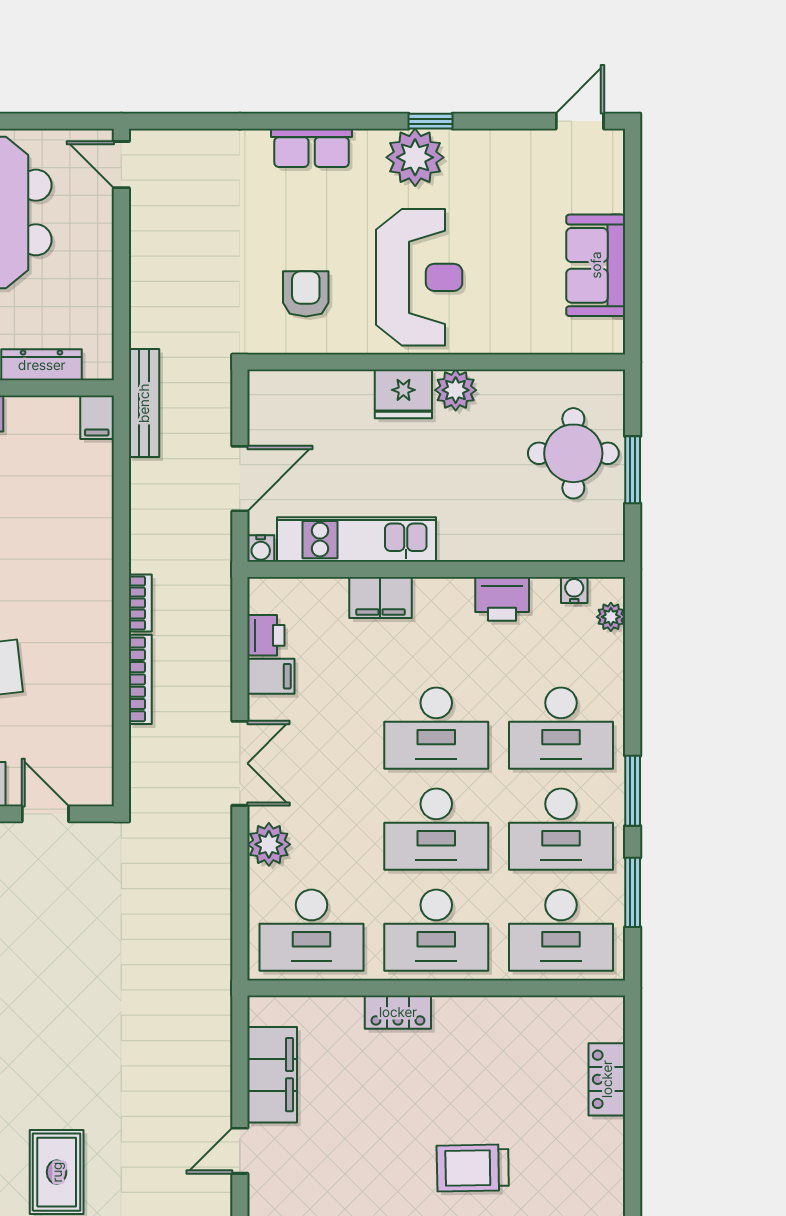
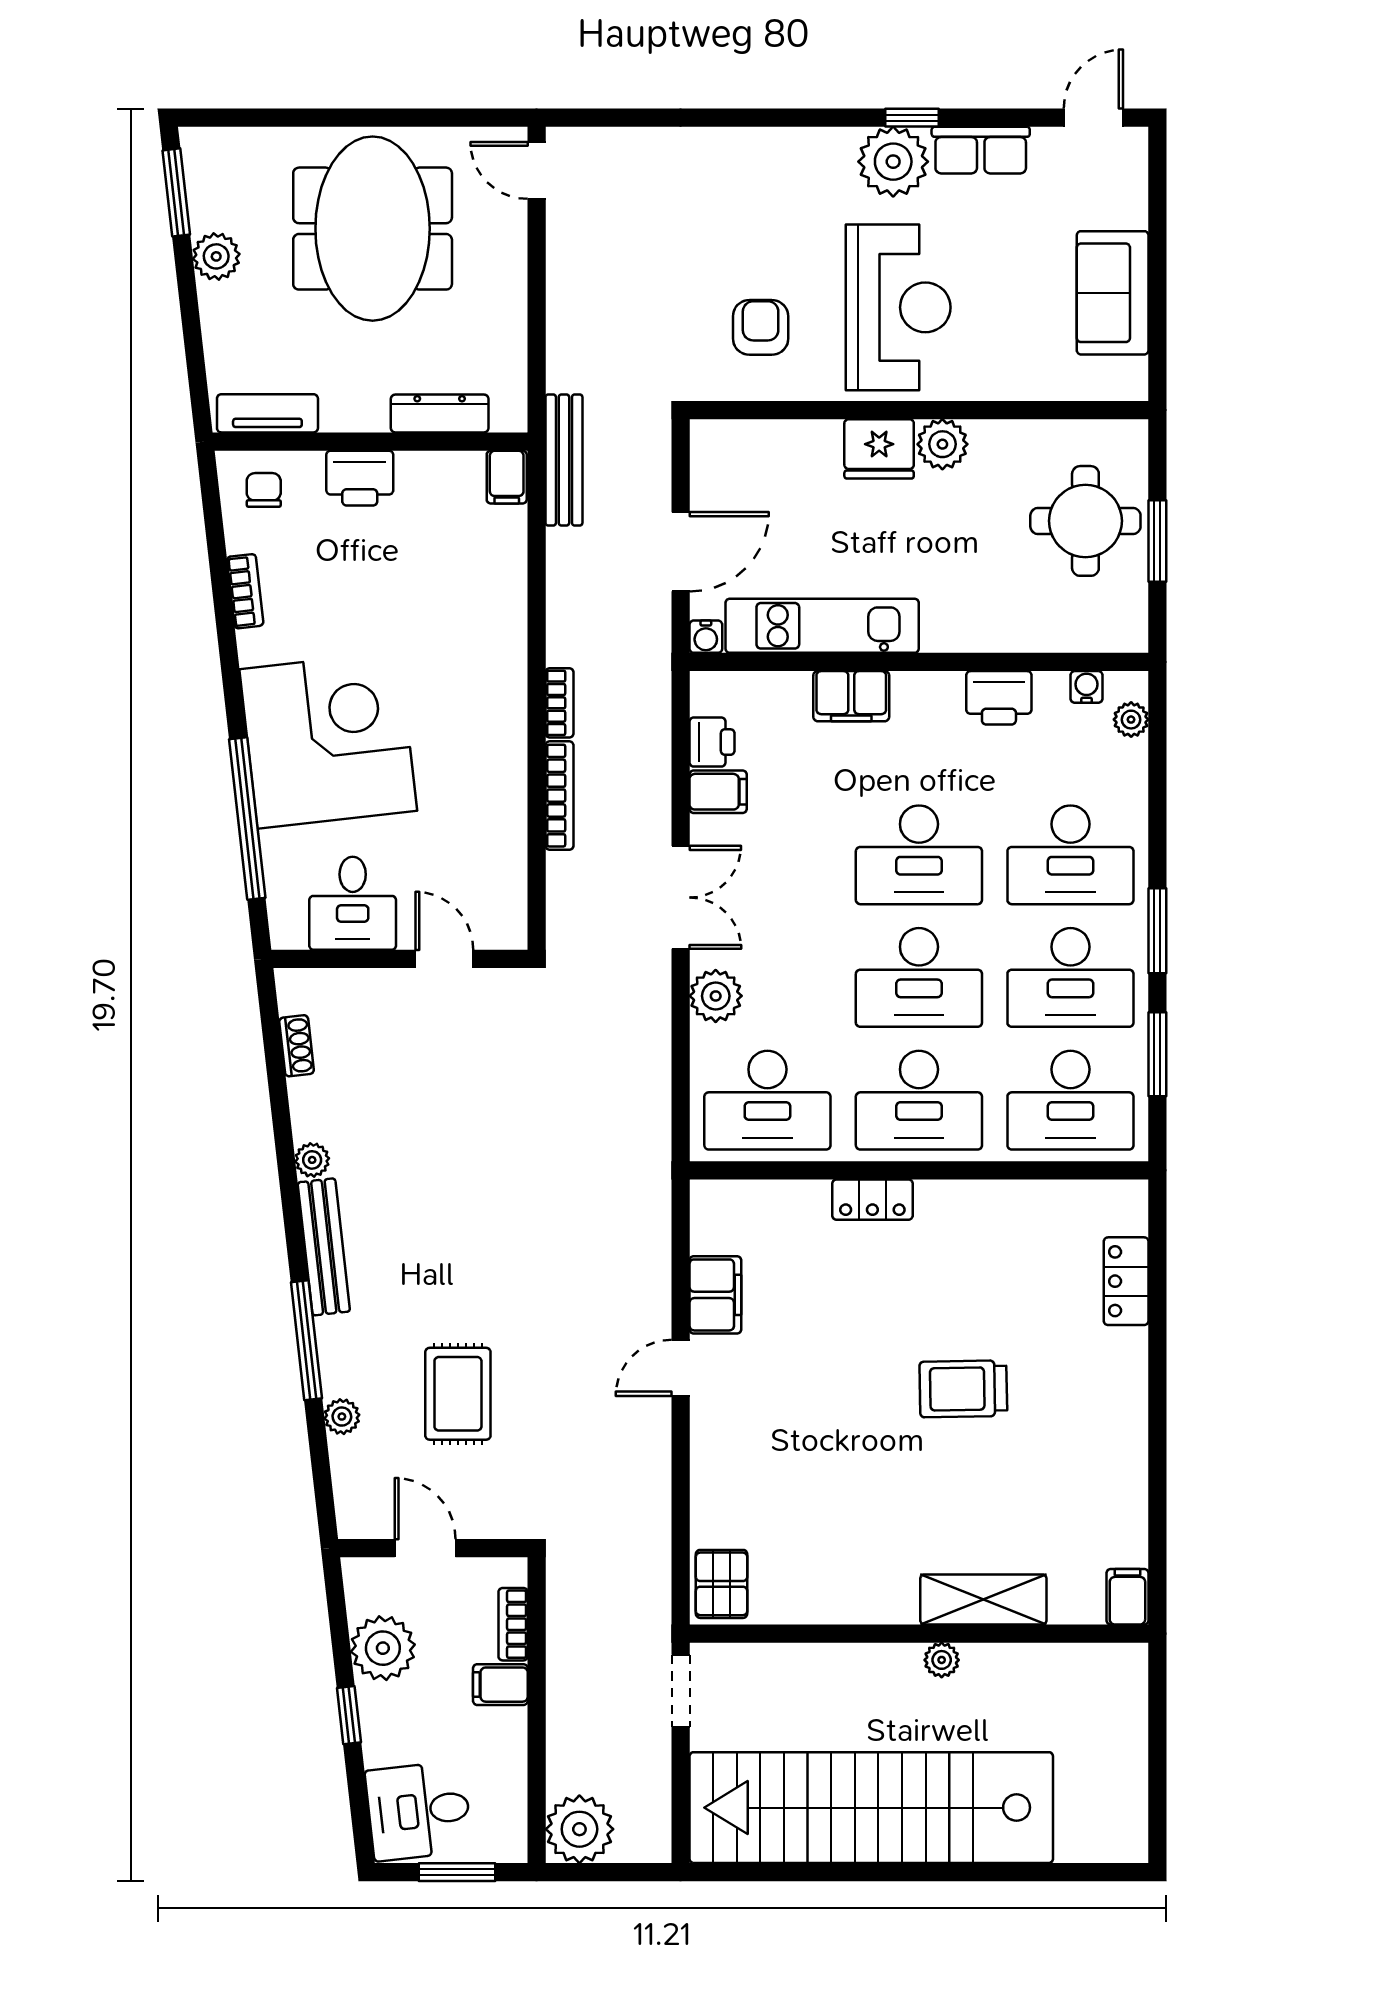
row of seats: (312, 148) -> (981, 150), moved
filing cabinet: (272, 1075) -> (715, 1295), width x0.67, depth x0.86

